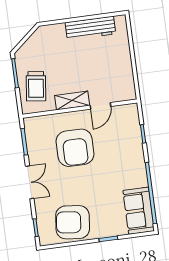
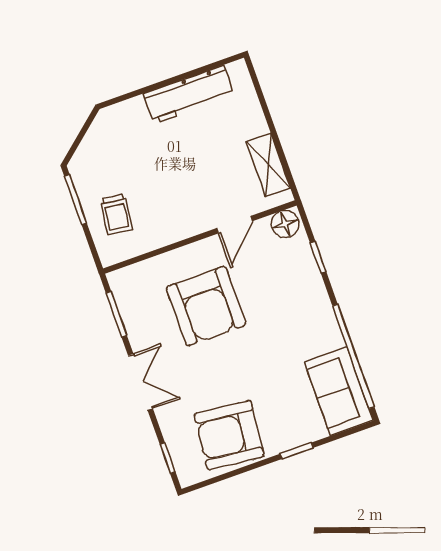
trolley: (36, 86) -> (116, 214), width x0.73, depth x0.72
shelving: (72, 101) -> (268, 165), moved, turned 90
floor lamp: (129, 112) -> (285, 224), added

